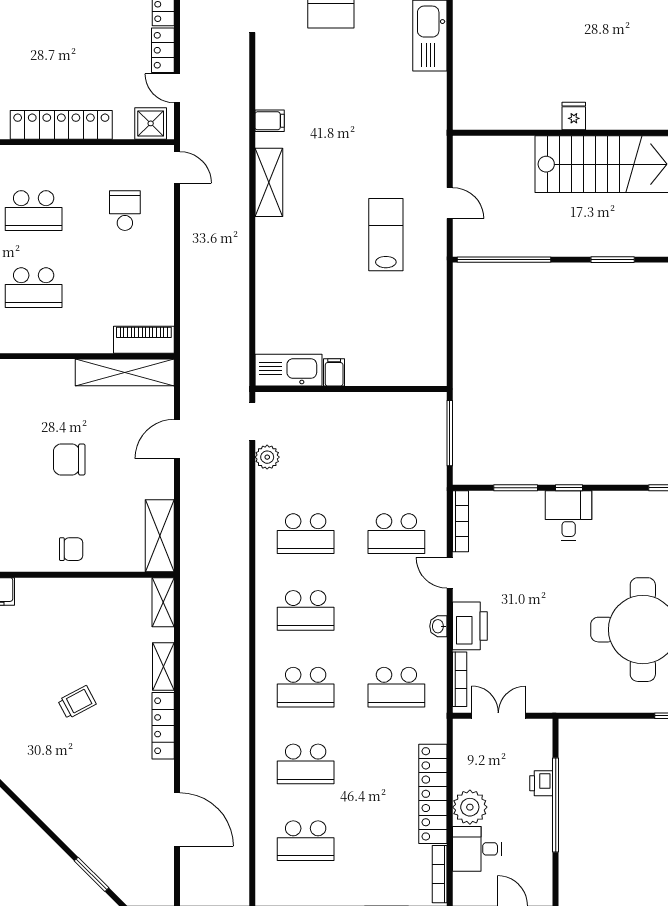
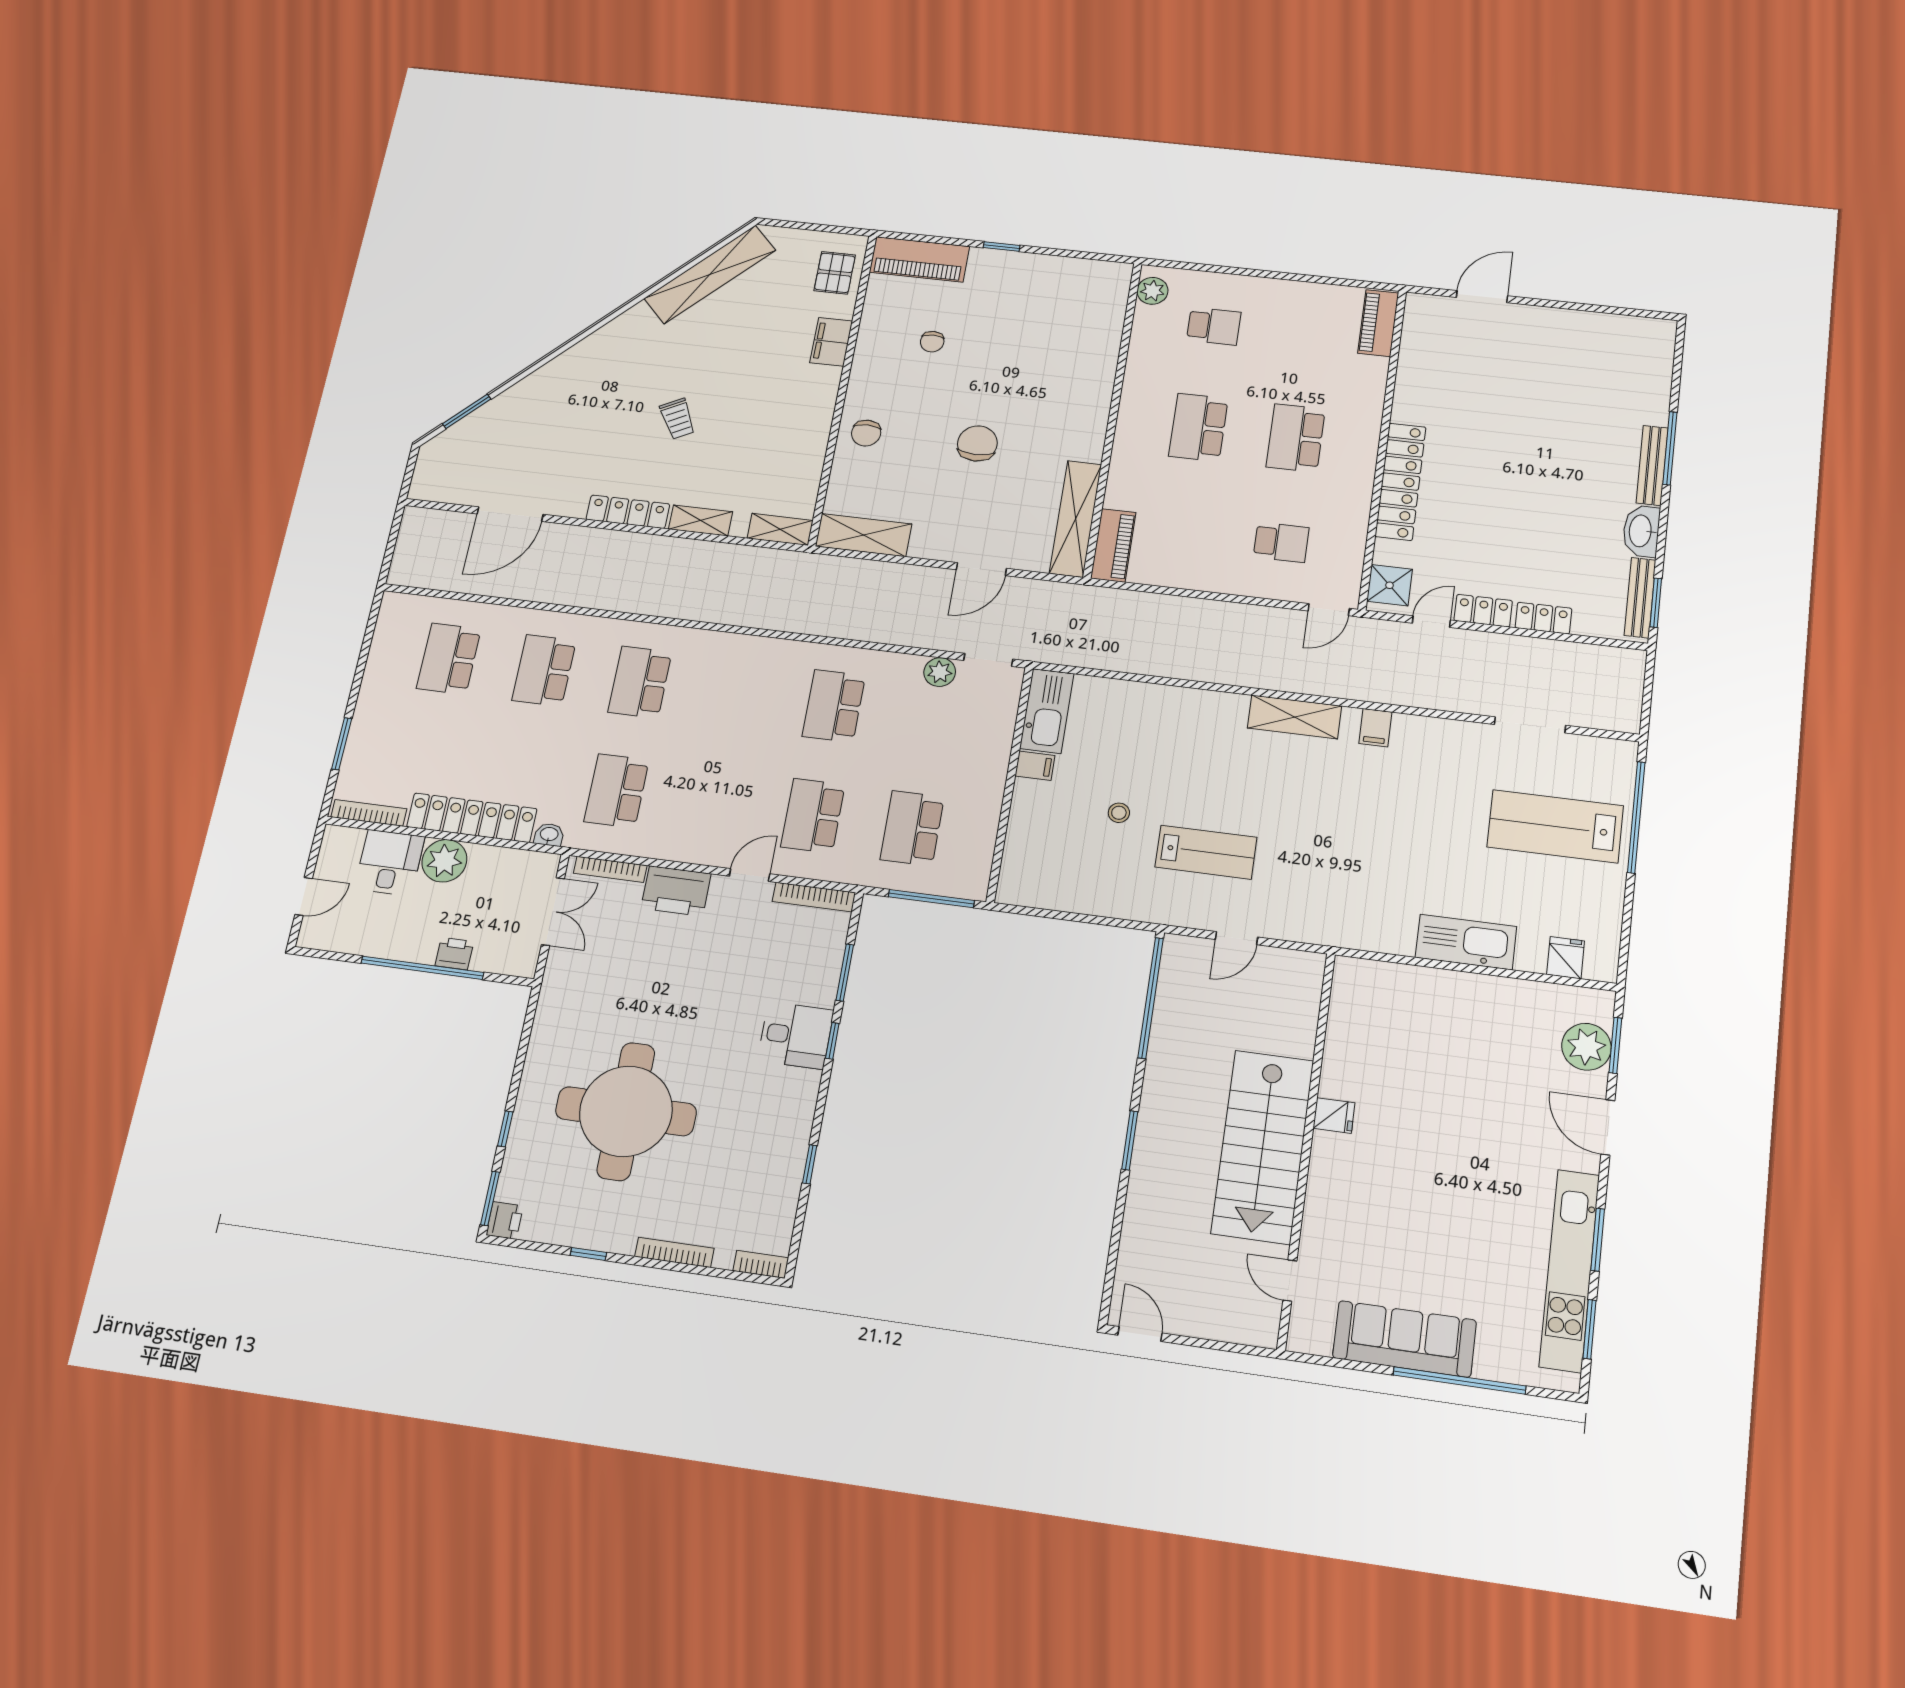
stool: (363, 304) -> (1119, 813), added
door: (177, 439) -> (981, 569), swing flipped
school desk: (306, 610) -> (912, 828), moved
washbasin: (438, 626) -> (549, 835), moved

